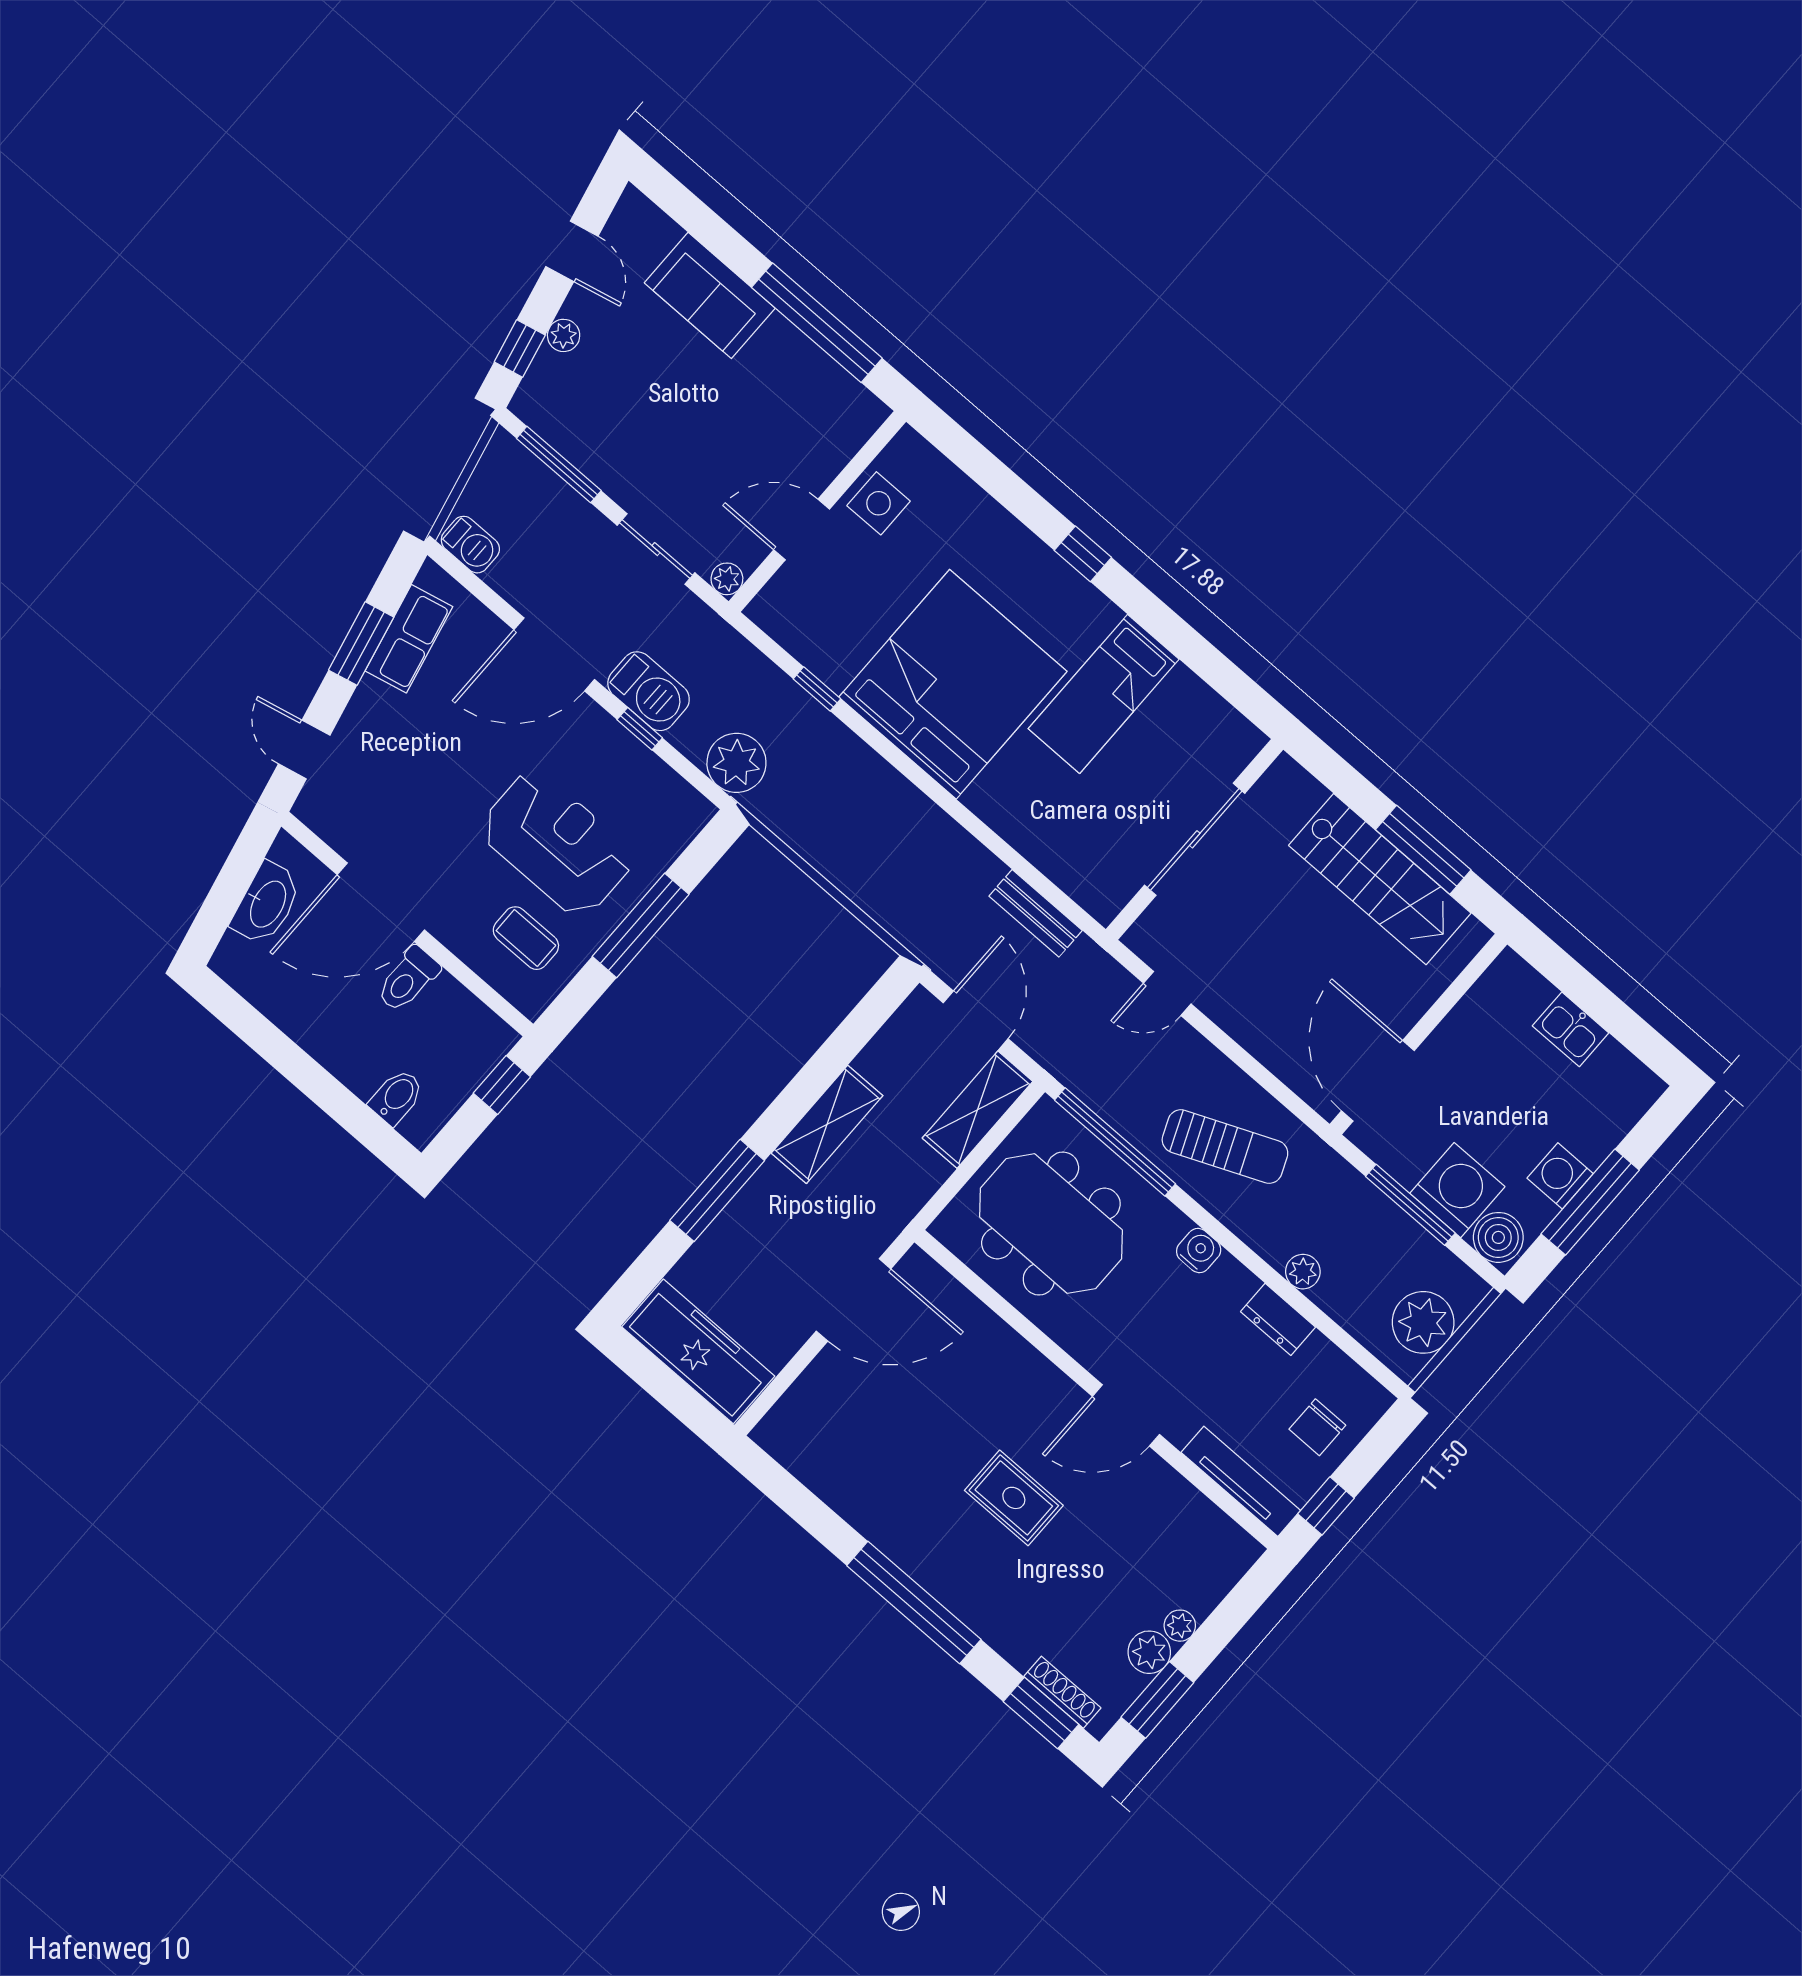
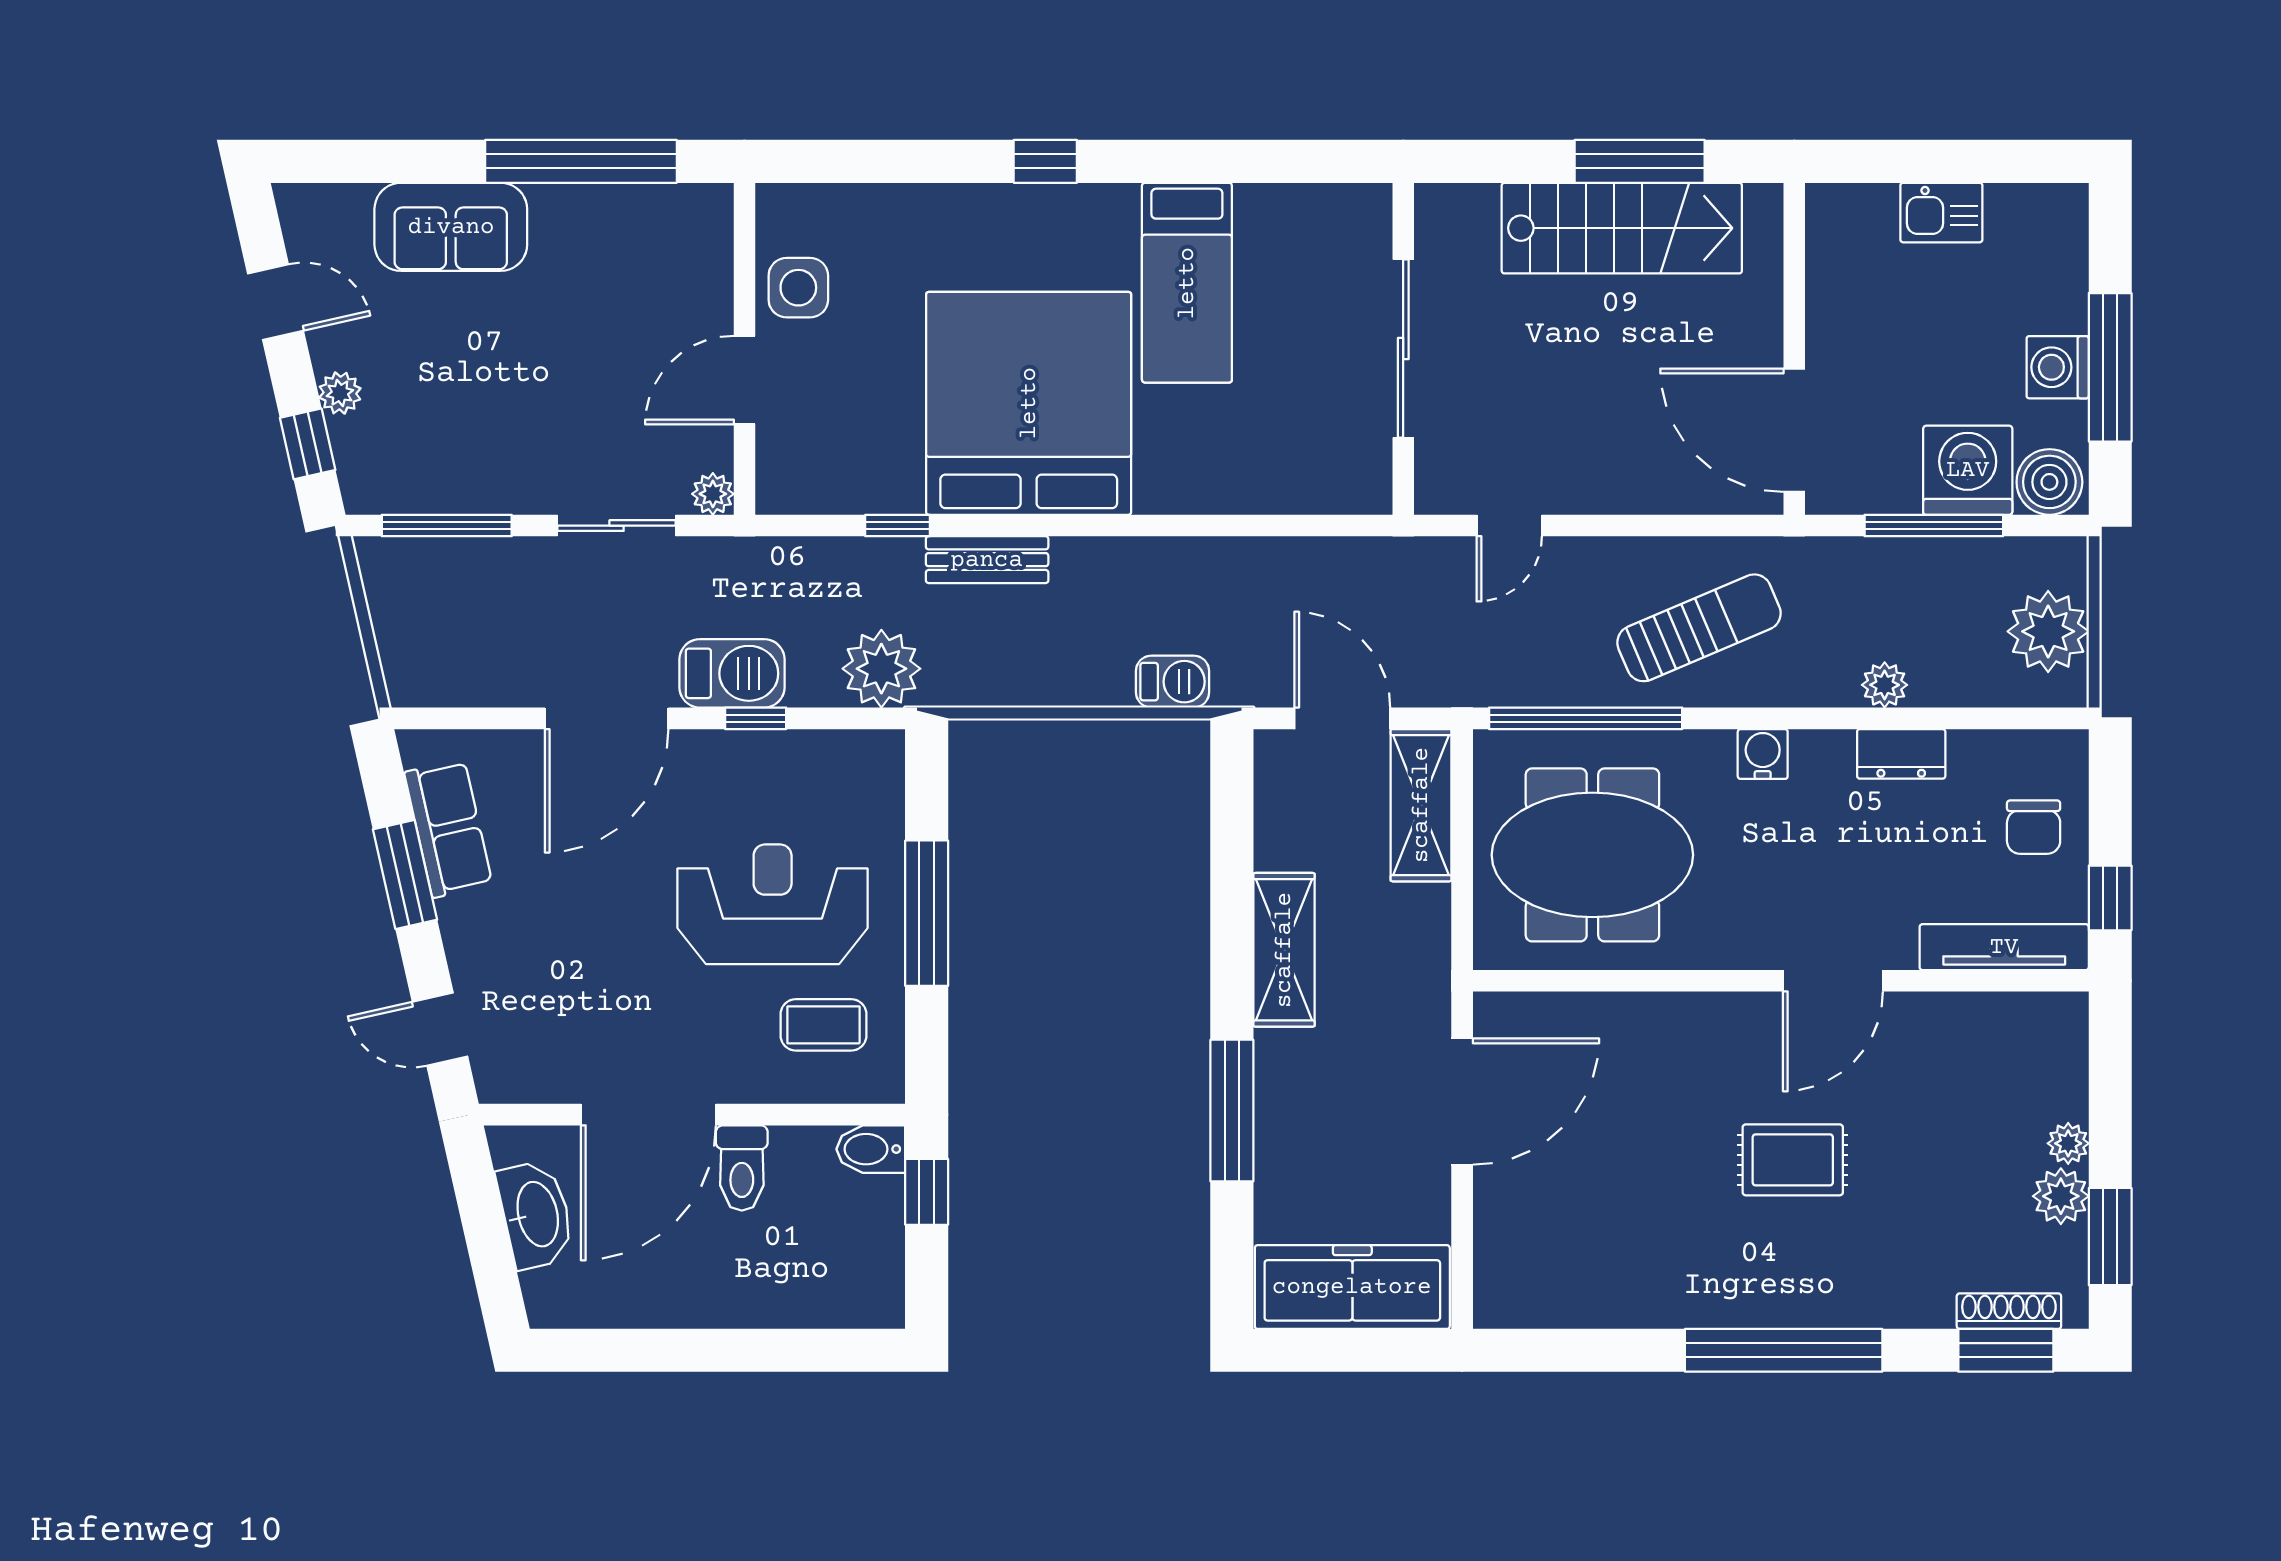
barbecue: (470, 545) -> (1172, 682), moved
bench: (1036, 913) -> (987, 560), moved
bidet: (397, 1097) -> (871, 1149), moved, turned -90

